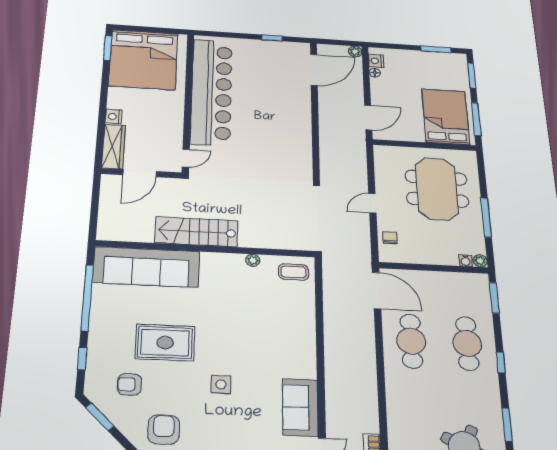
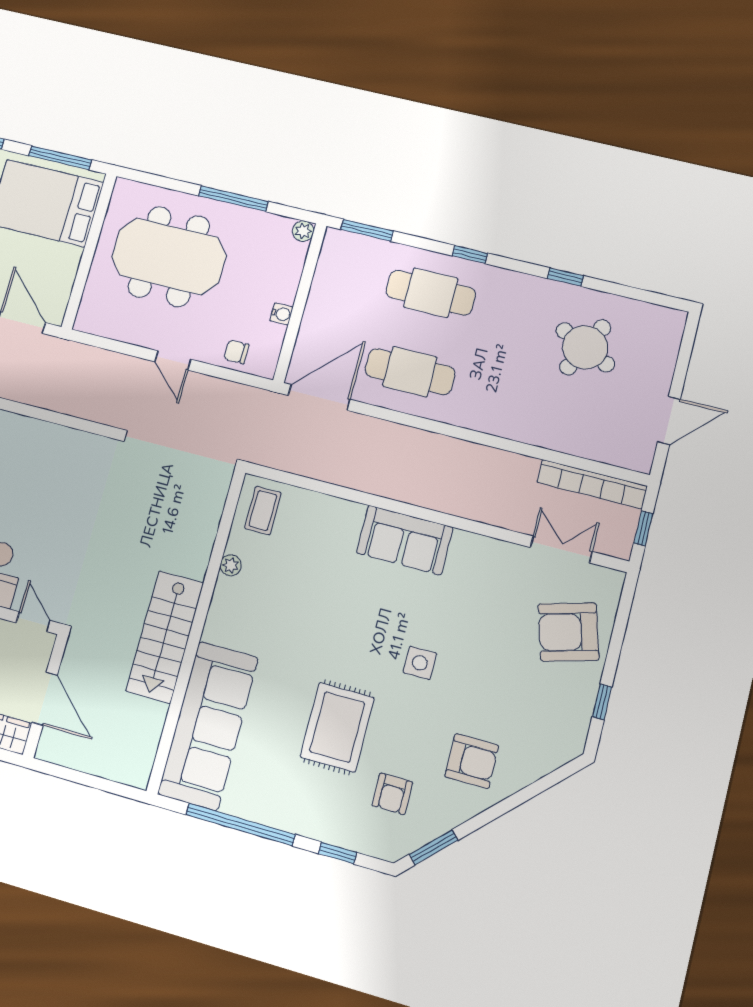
water cooler: (466, 261) -> (281, 314), moved
sofa: (300, 407) -> (405, 540), moved
window: (507, 425) -> (565, 277), width x0.67
armchair: (164, 430) -> (472, 761), turned 180

